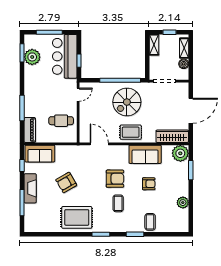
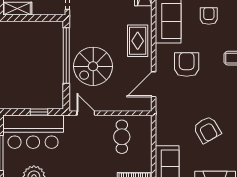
spiral stairs: (127, 102) -> (93, 66), moved, turned 90
armchair: (115, 179) -> (187, 65), moved

